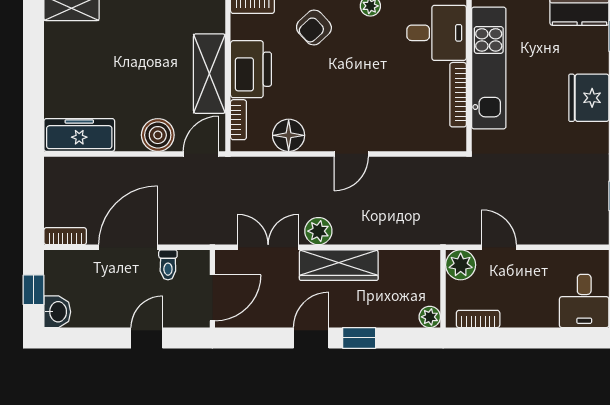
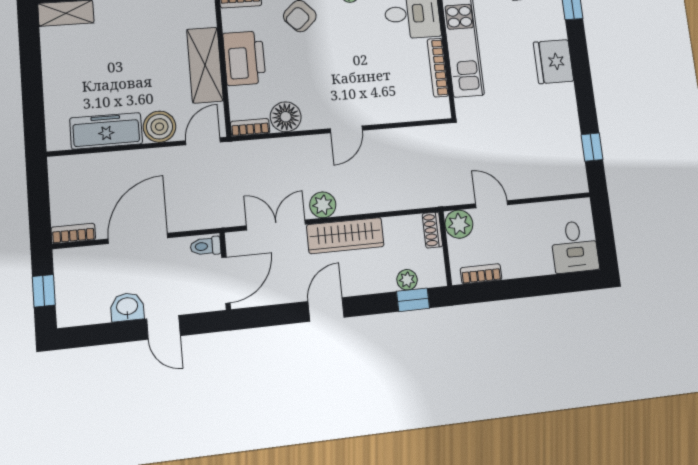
bookcase: (238, 120) -> (250, 127), moved, turned -90
freezer: (79, 135) -> (106, 131), moved
toilet: (168, 265) -> (206, 246), moved, turned 90
shoe rack: (431, 268) -> (432, 230), added
washbasin: (57, 312) -> (127, 307), moved, turned -90
plant: (430, 317) -> (407, 280), moved
door: (147, 338) -> (164, 327), swing flipped
window: (359, 338) -> (413, 300), moved

